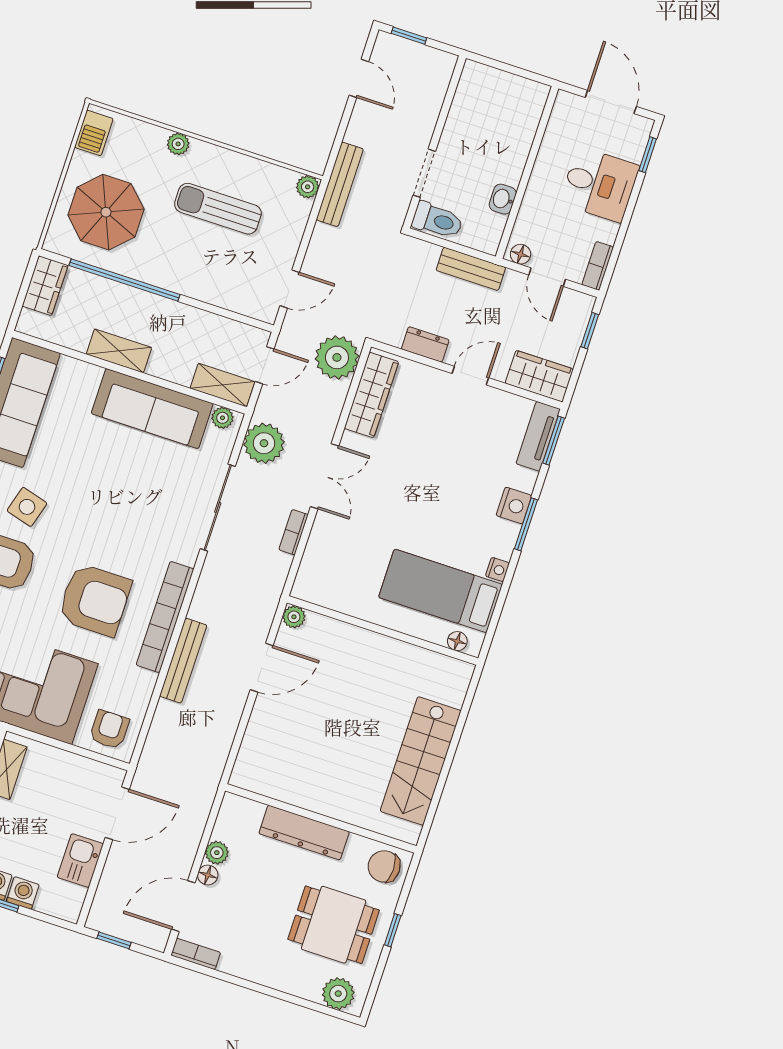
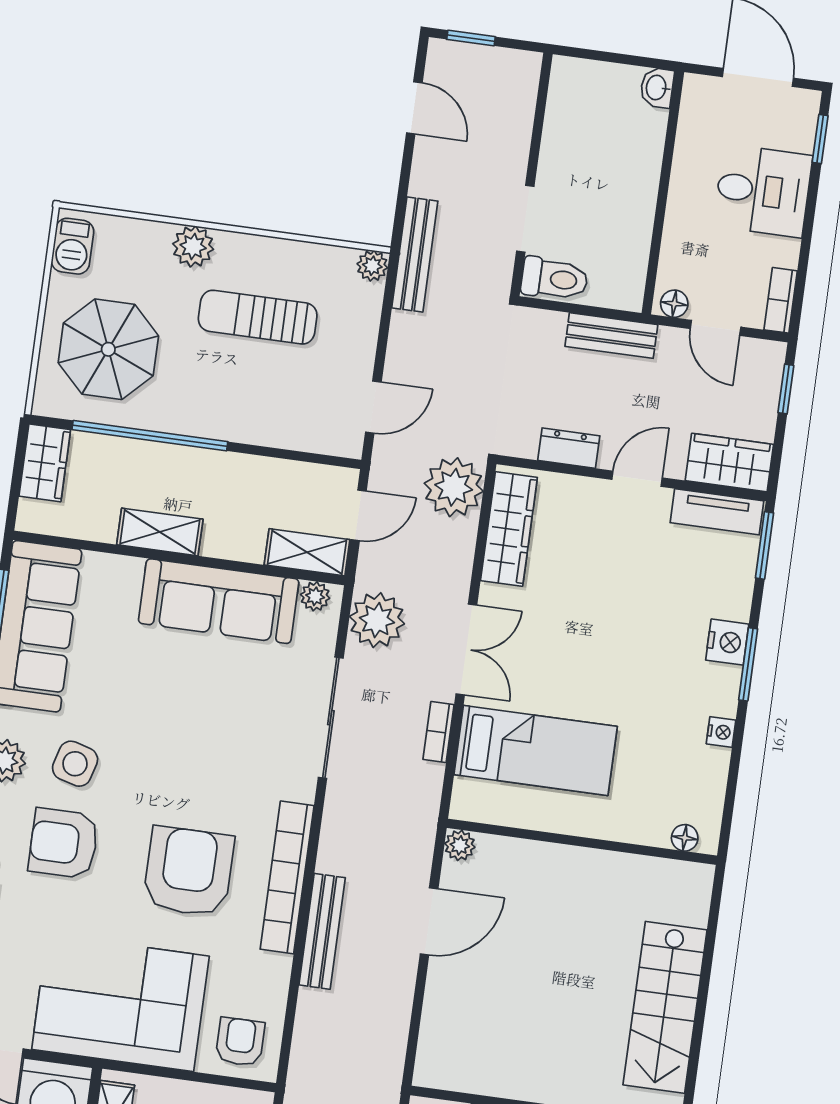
plant: (178, 144) -> (193, 247), width x1.38, depth x1.38
washbasin: (503, 199) -> (657, 88), moved
tv unit: (538, 436) -> (717, 512), moved, turned -90
bed: (441, 591) -> (536, 750), moved, turned 180
armchair: (95, 600) -> (189, 872), turned -90

